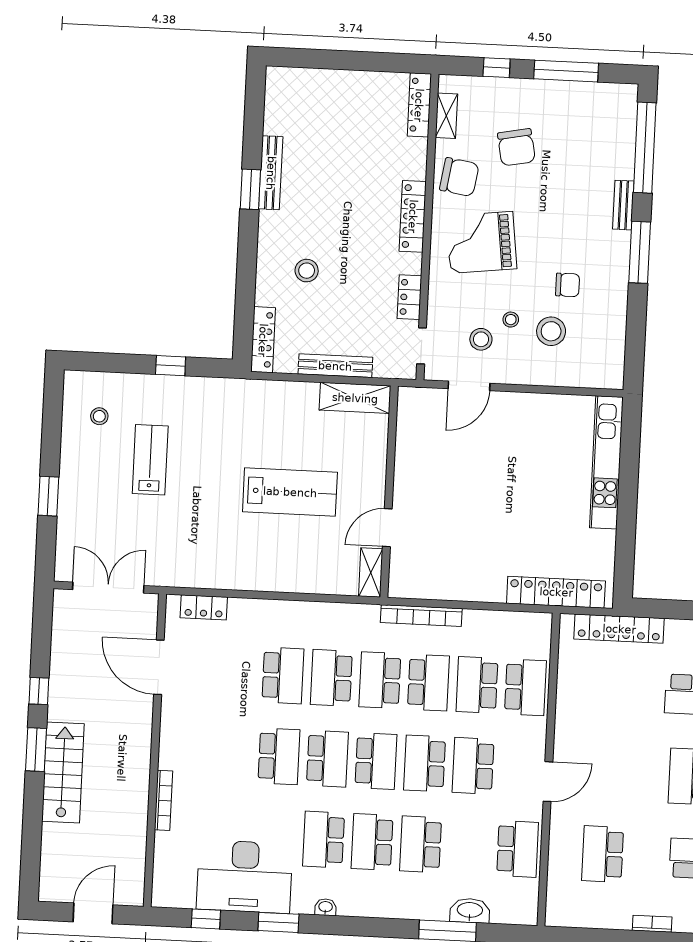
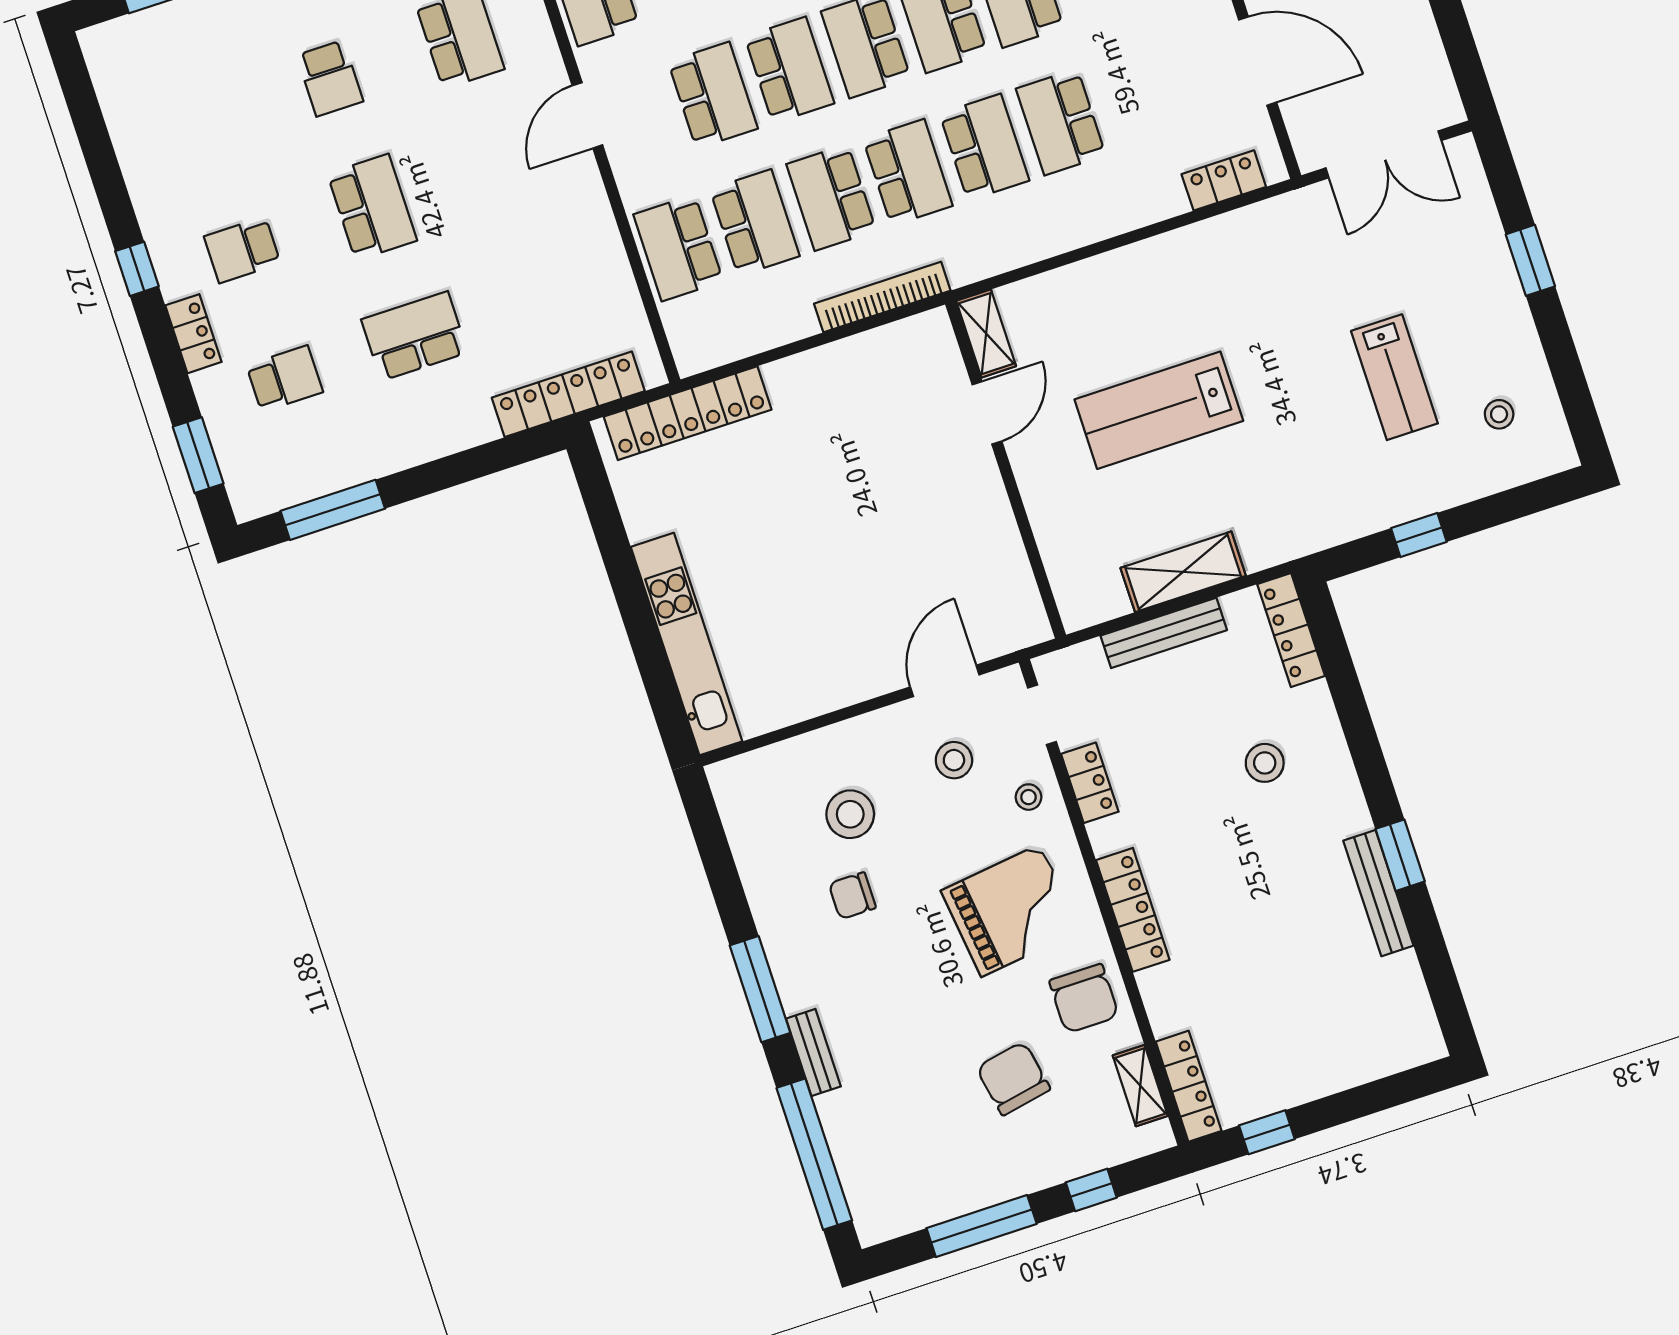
window: (385, 62) -> (1267, 1132), added
chair: (459, 177) -> (1084, 998), turned -99
stool: (511, 320) -> (1029, 797), moved
shelving: (355, 398) -> (1183, 572), moved

